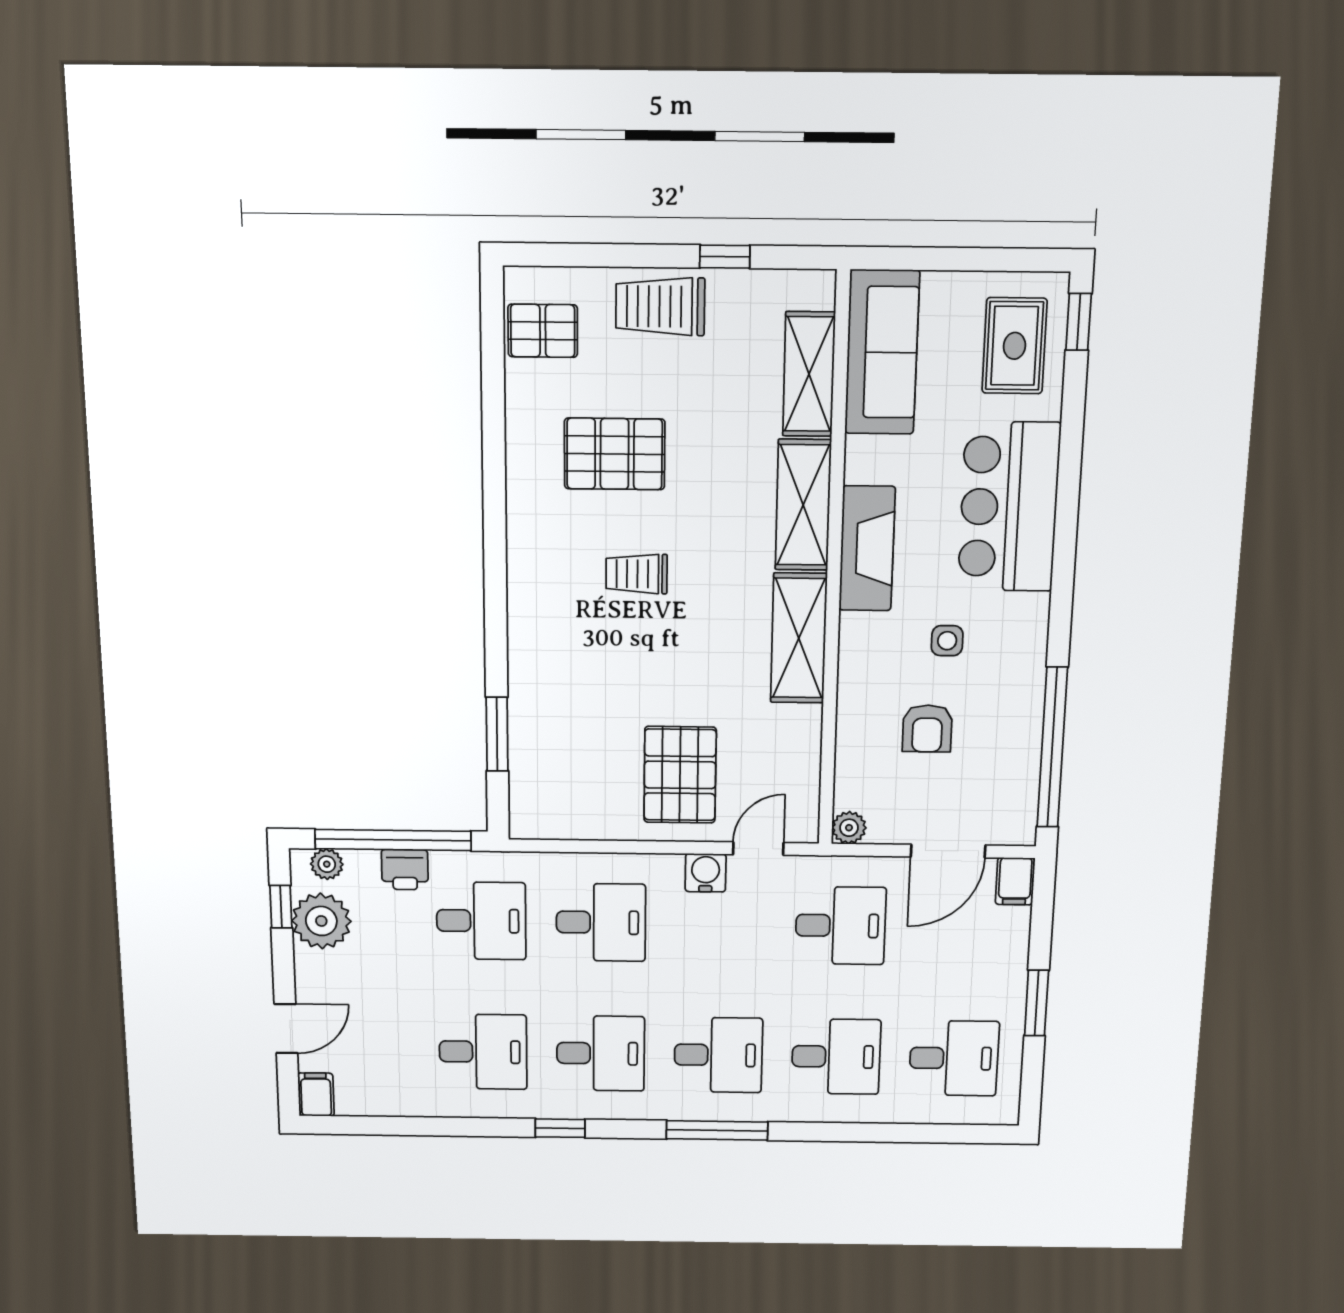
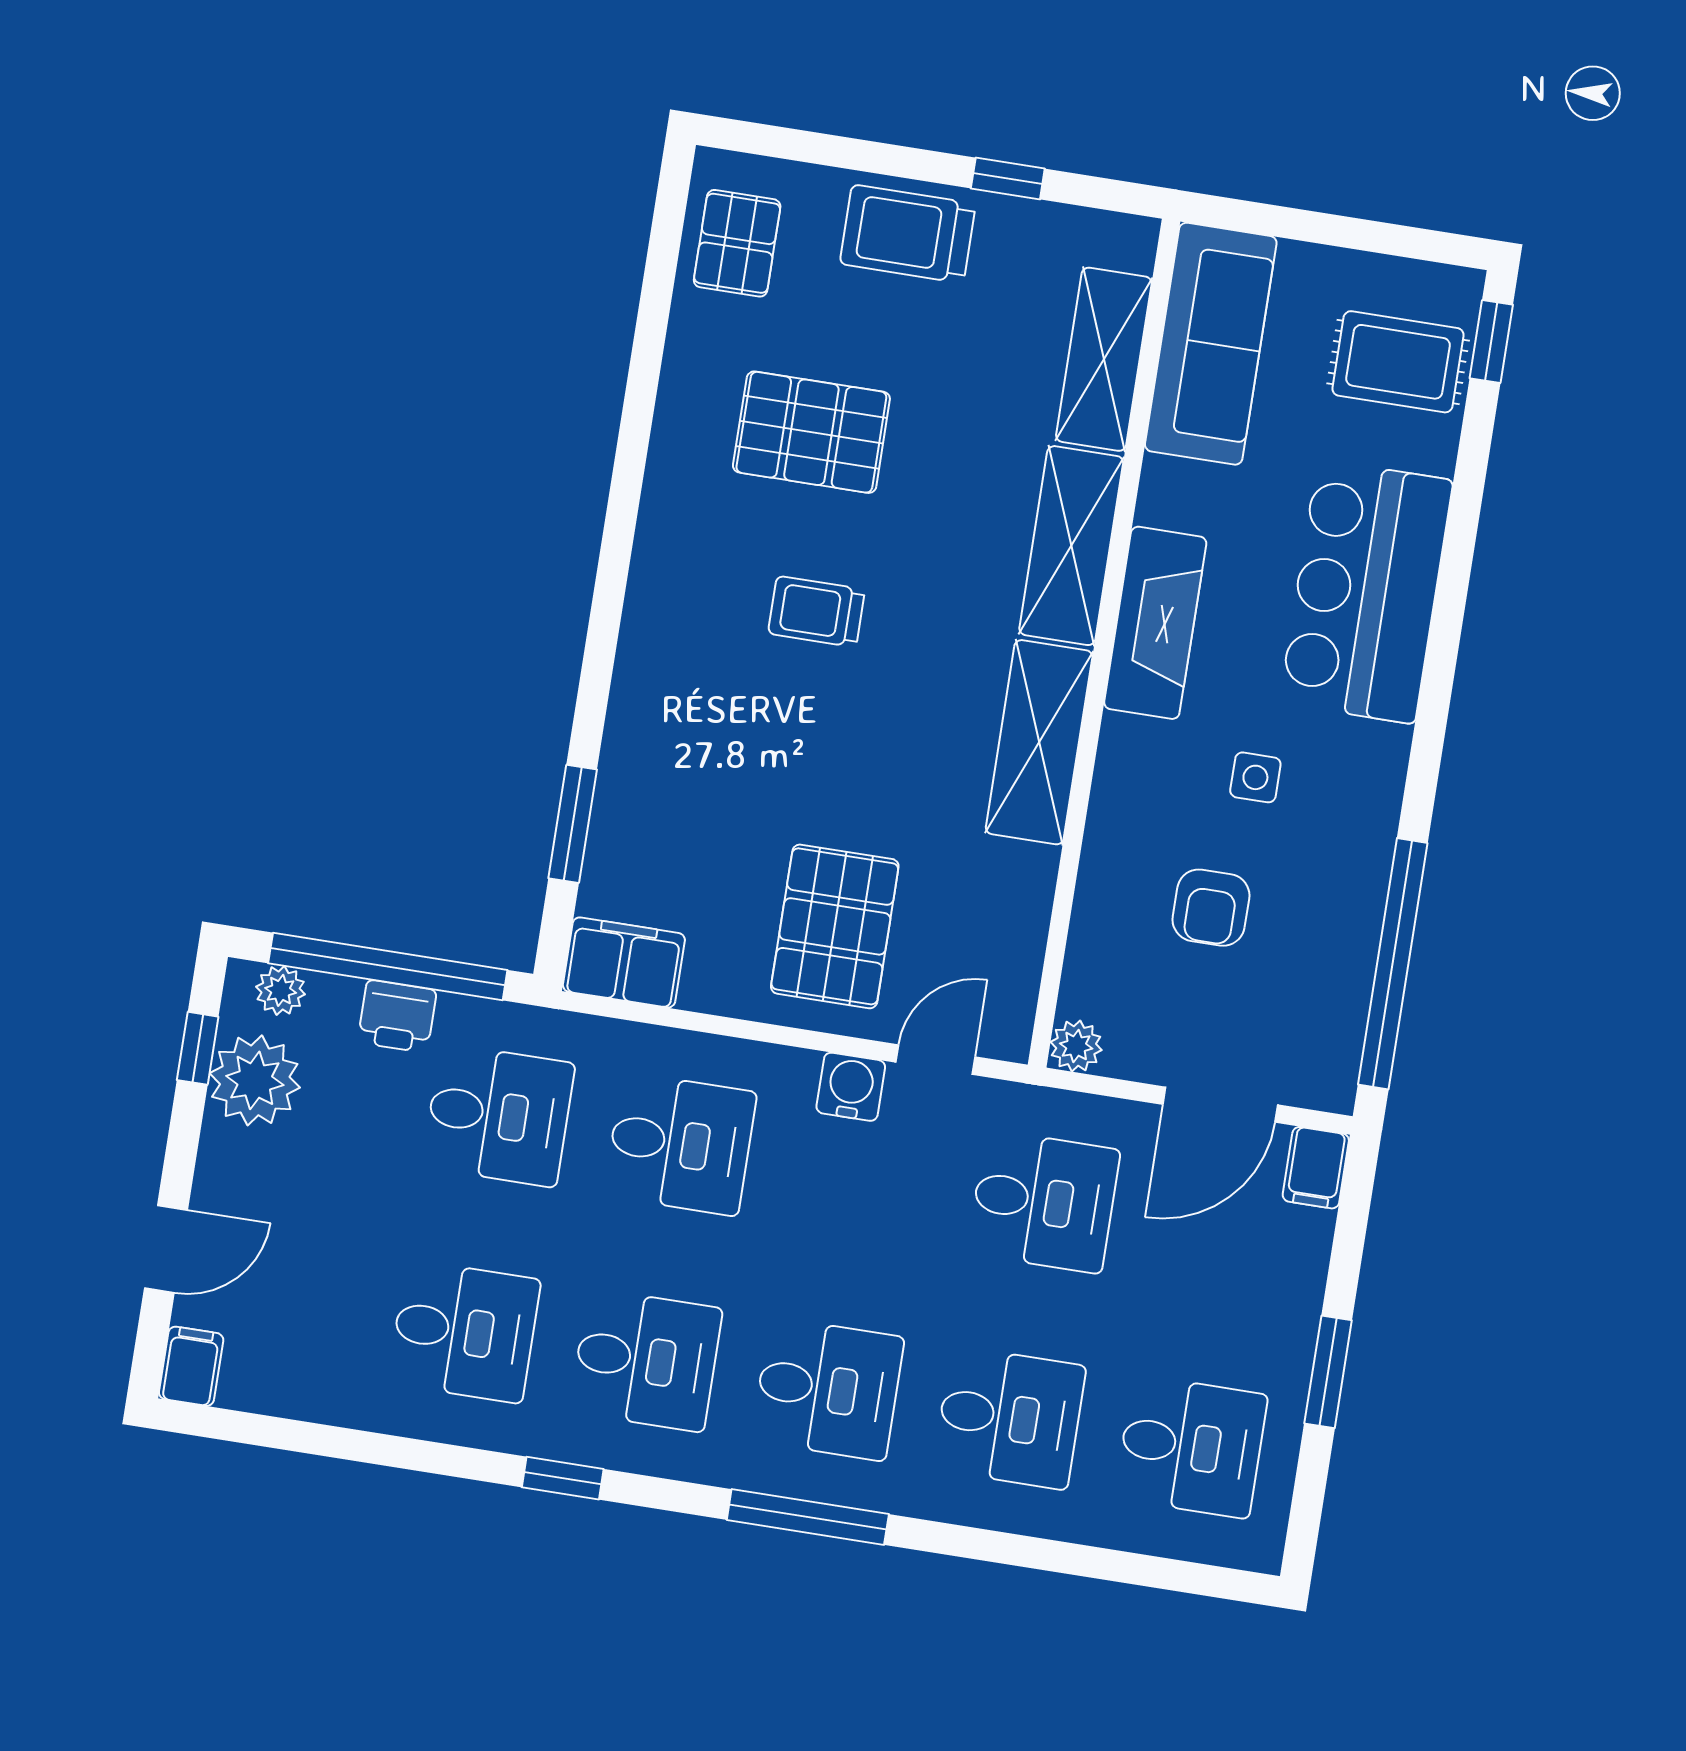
pallet: (543, 331) -> (737, 243), turned 90
rug: (1014, 346) -> (1398, 362), turned 90
filing cabinet: (546, 816) -> (624, 962), added

